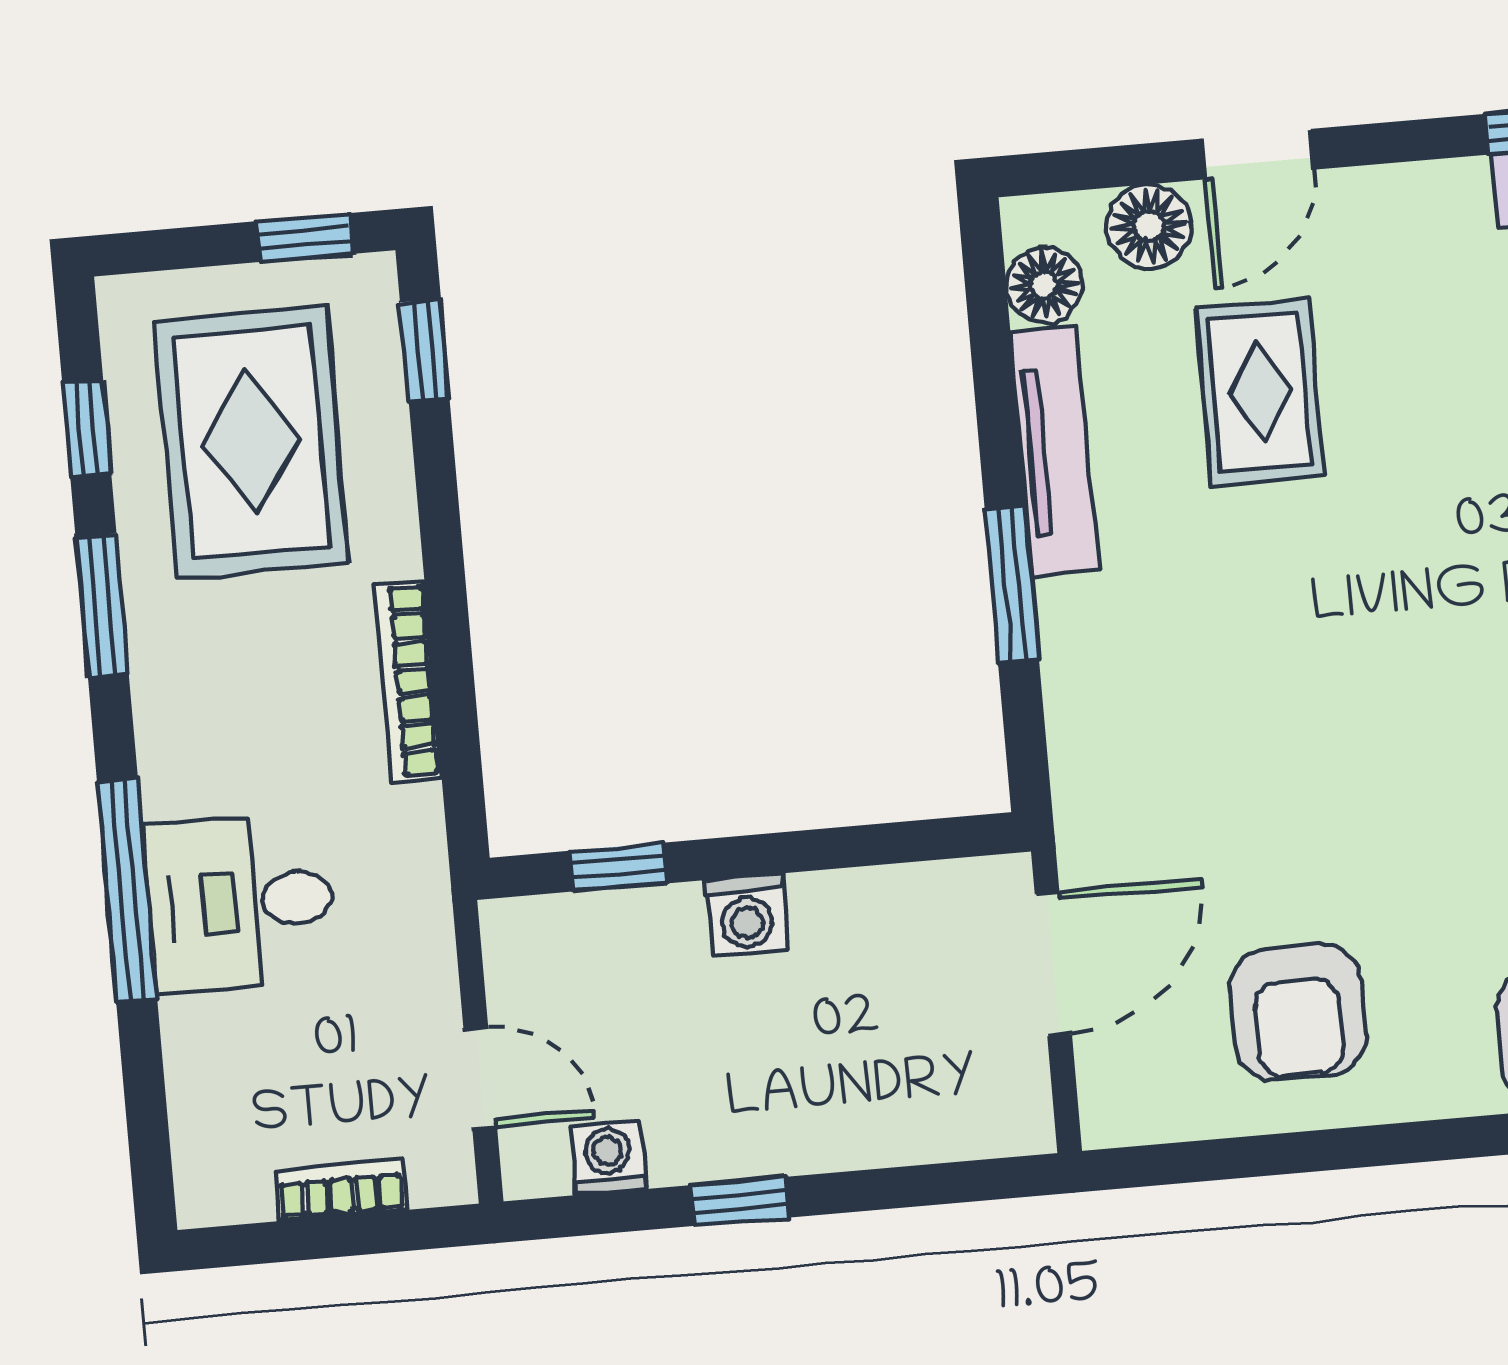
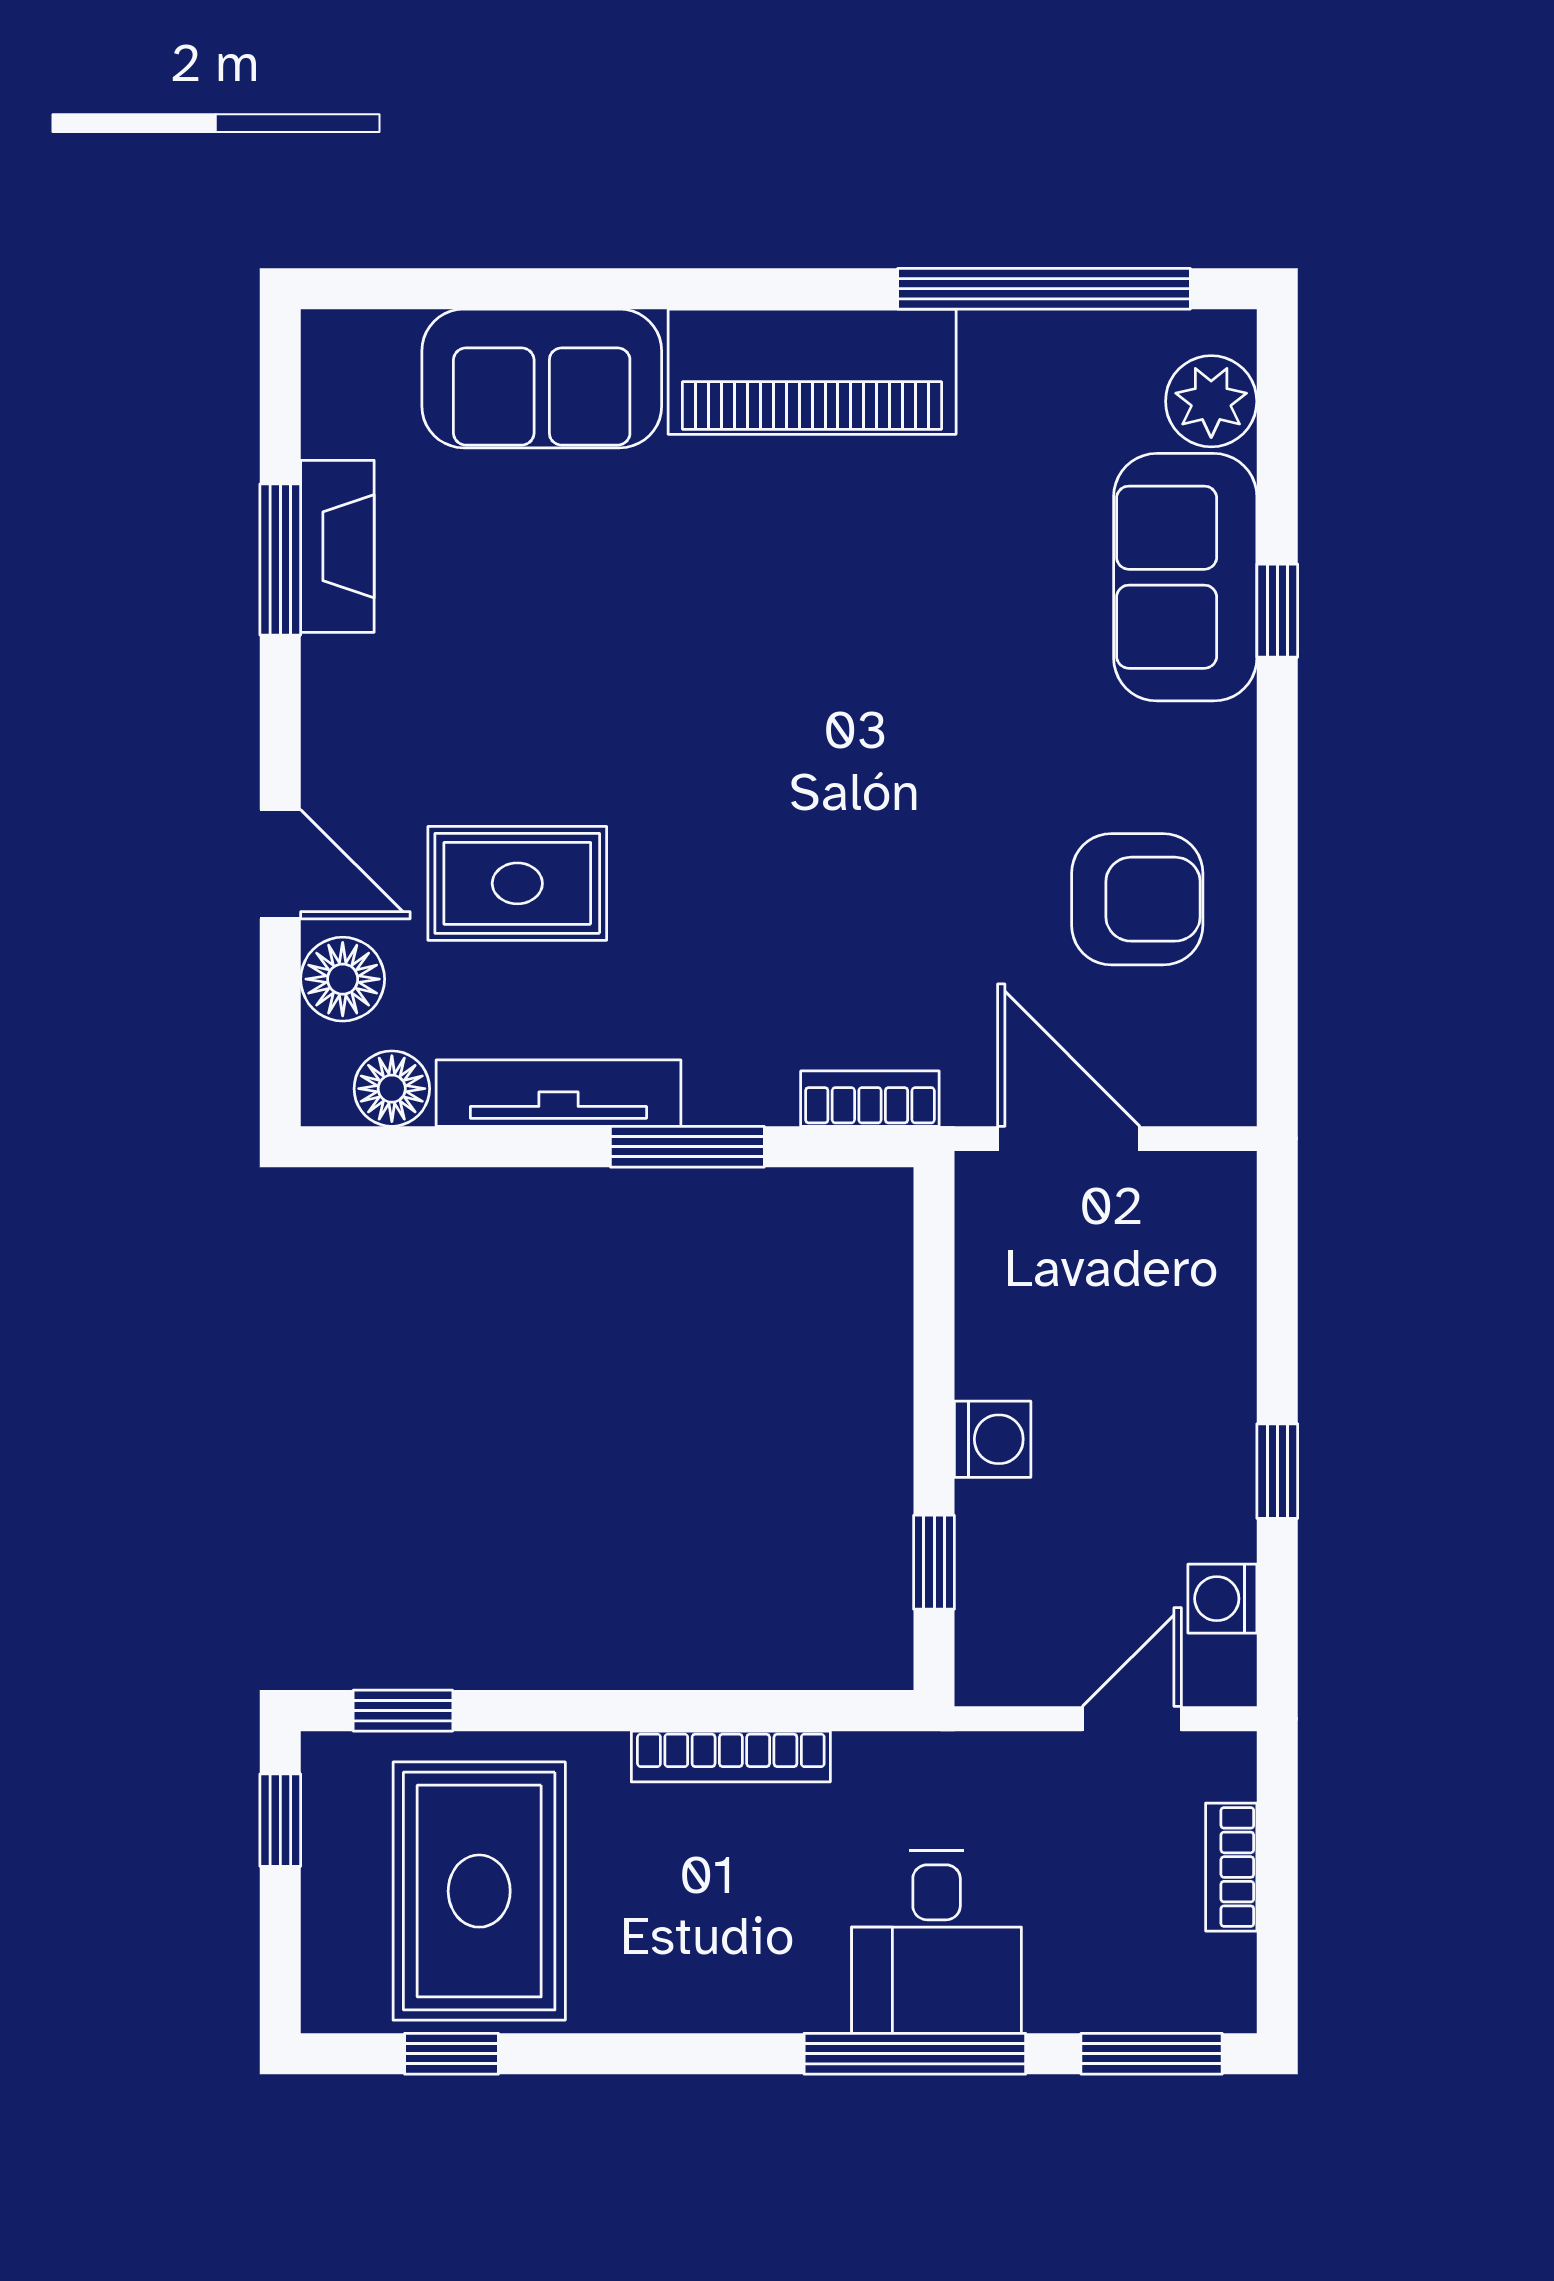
rug: (251, 442) -> (479, 1891), turned 90
window: (102, 606) -> (1152, 2054), moved
bookcase: (1076, 763) -> (870, 1099), added

